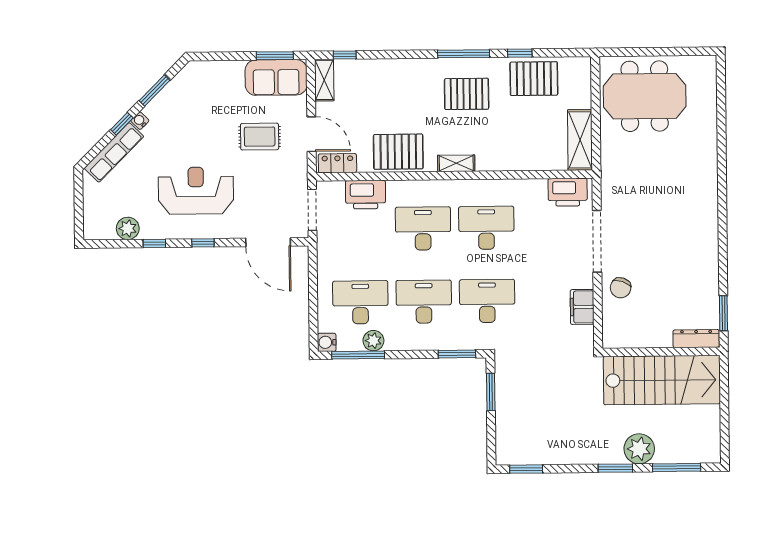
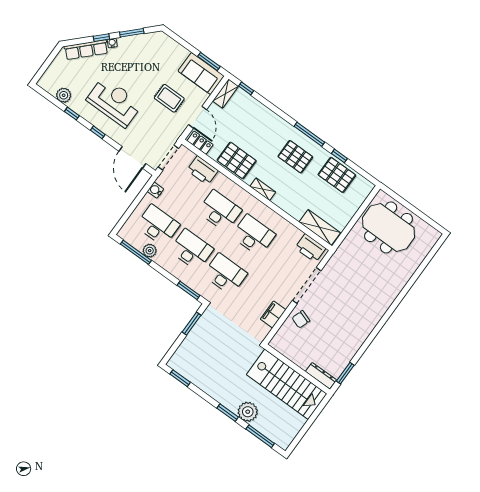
shelving: (580, 140) -> (320, 227), moved, turned 90
water cooler: (327, 342) -> (155, 190), moved

